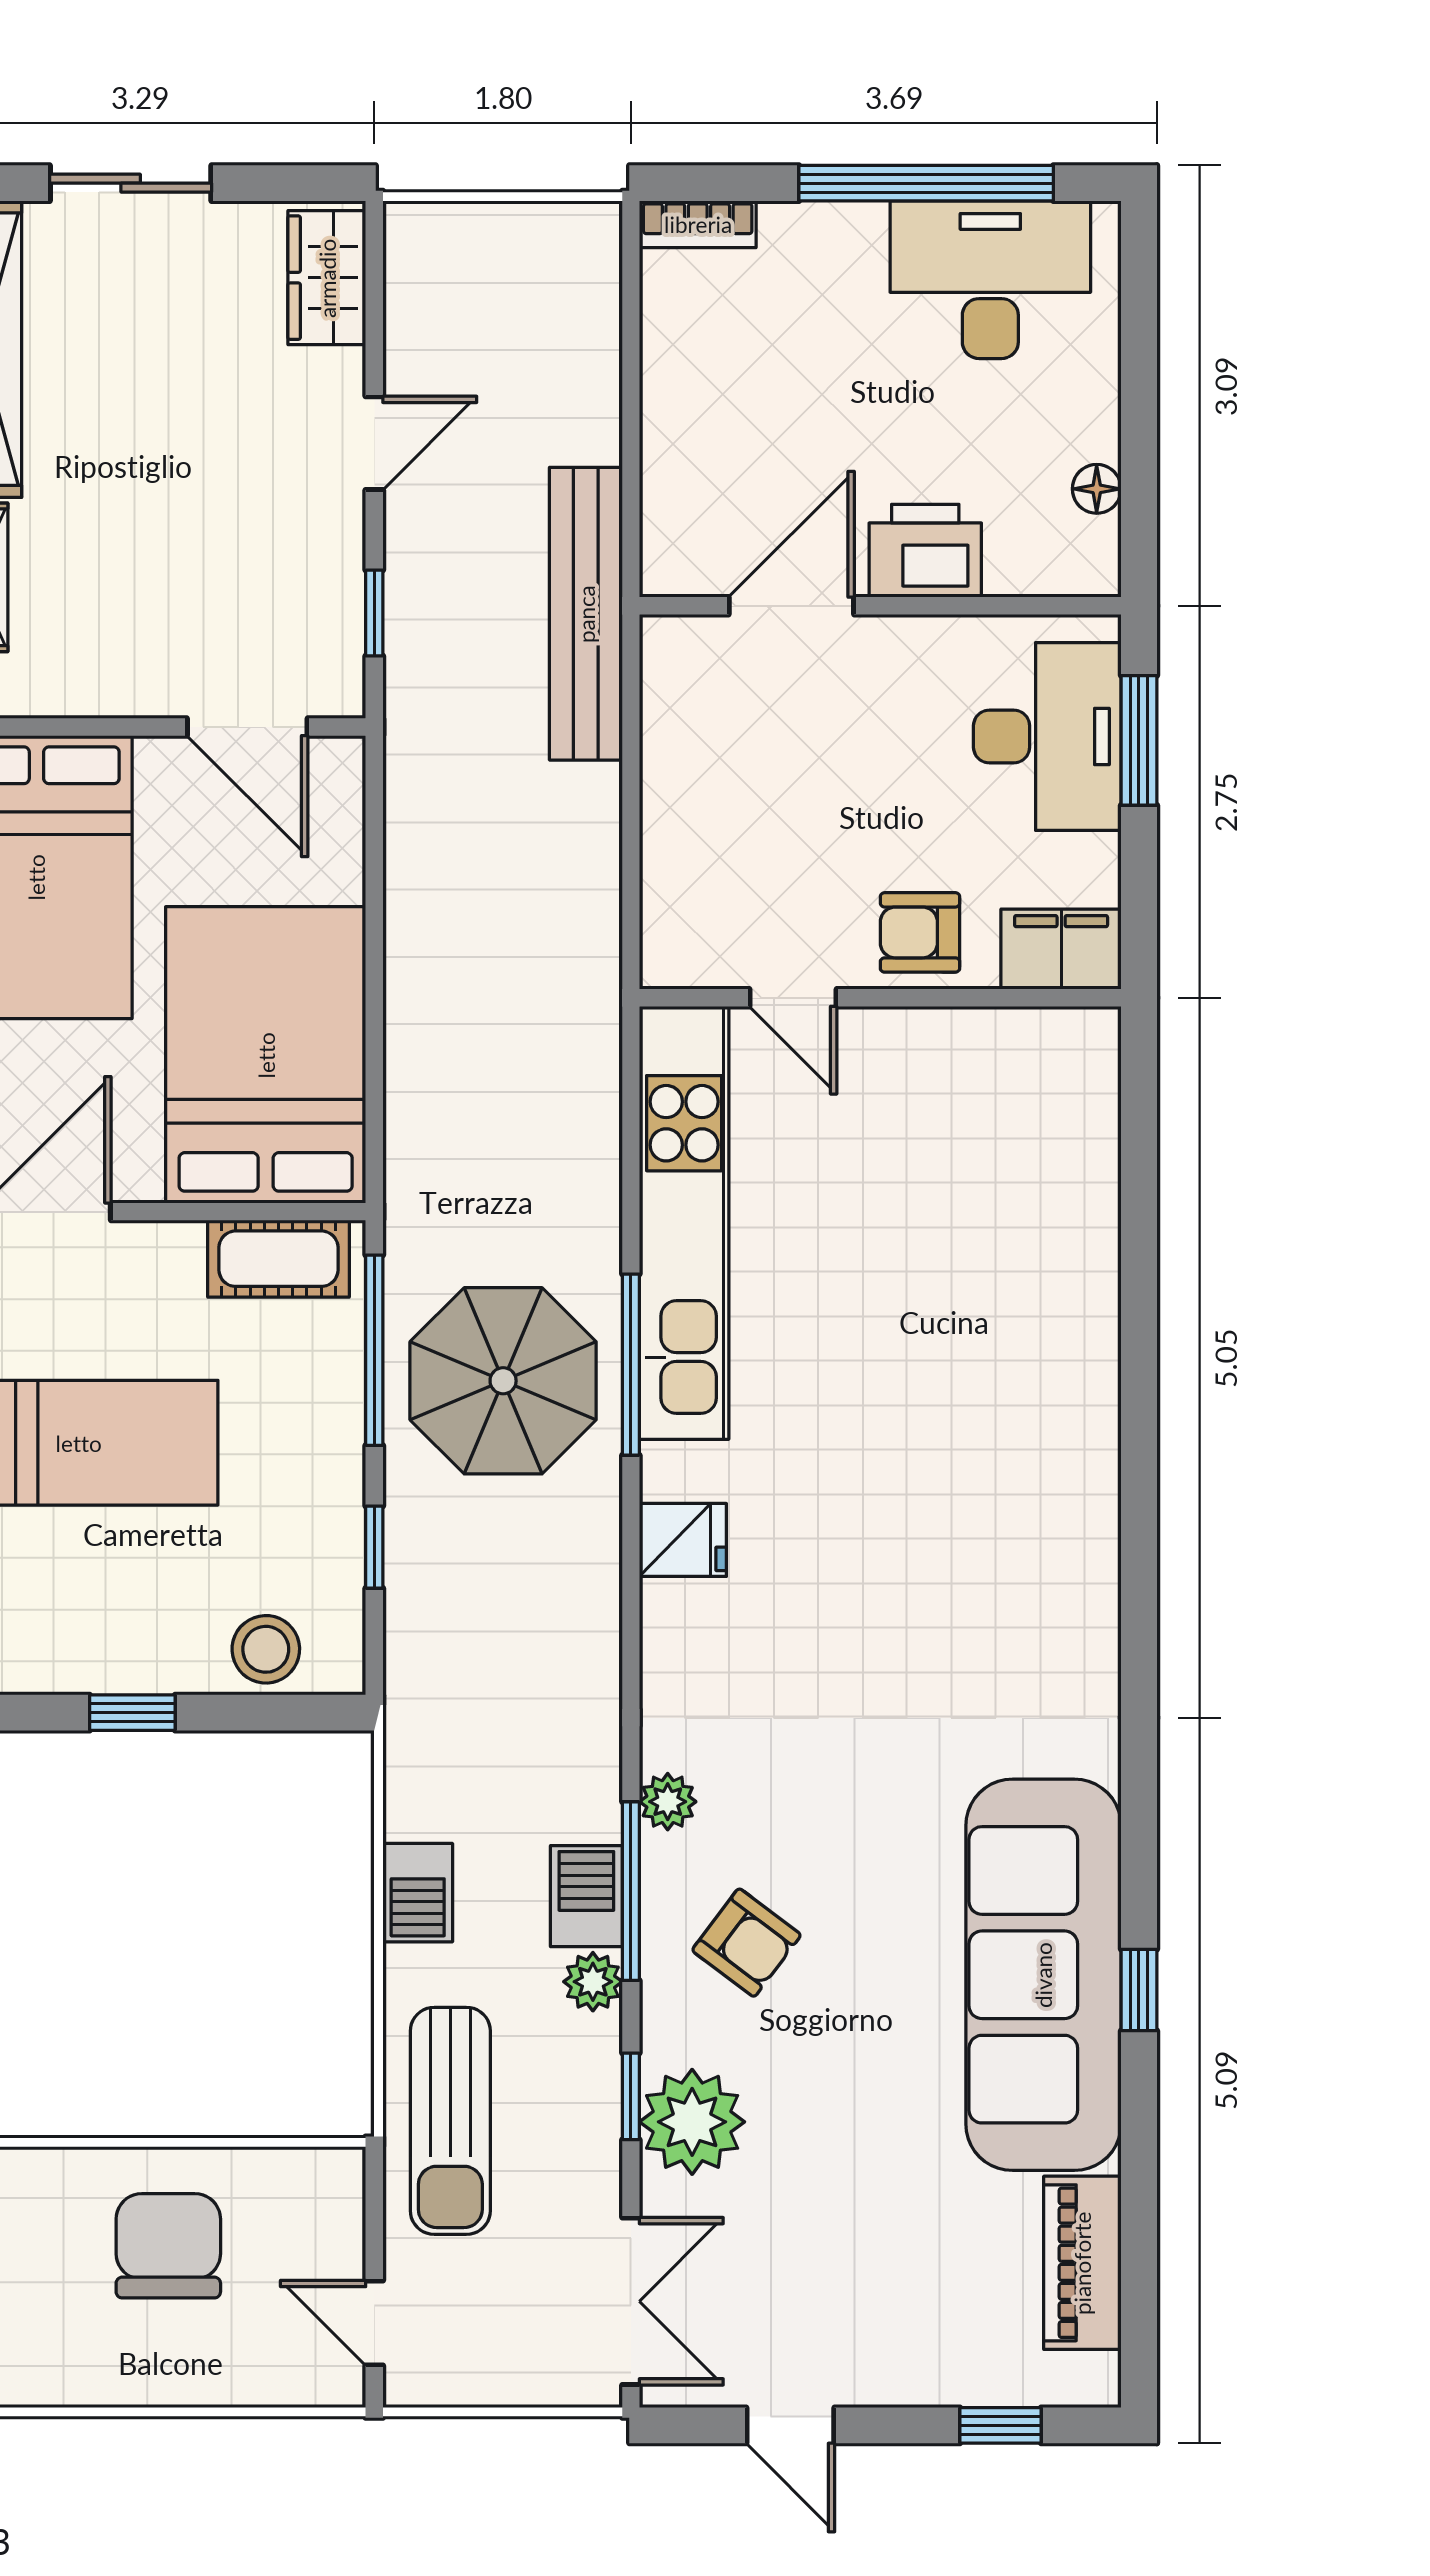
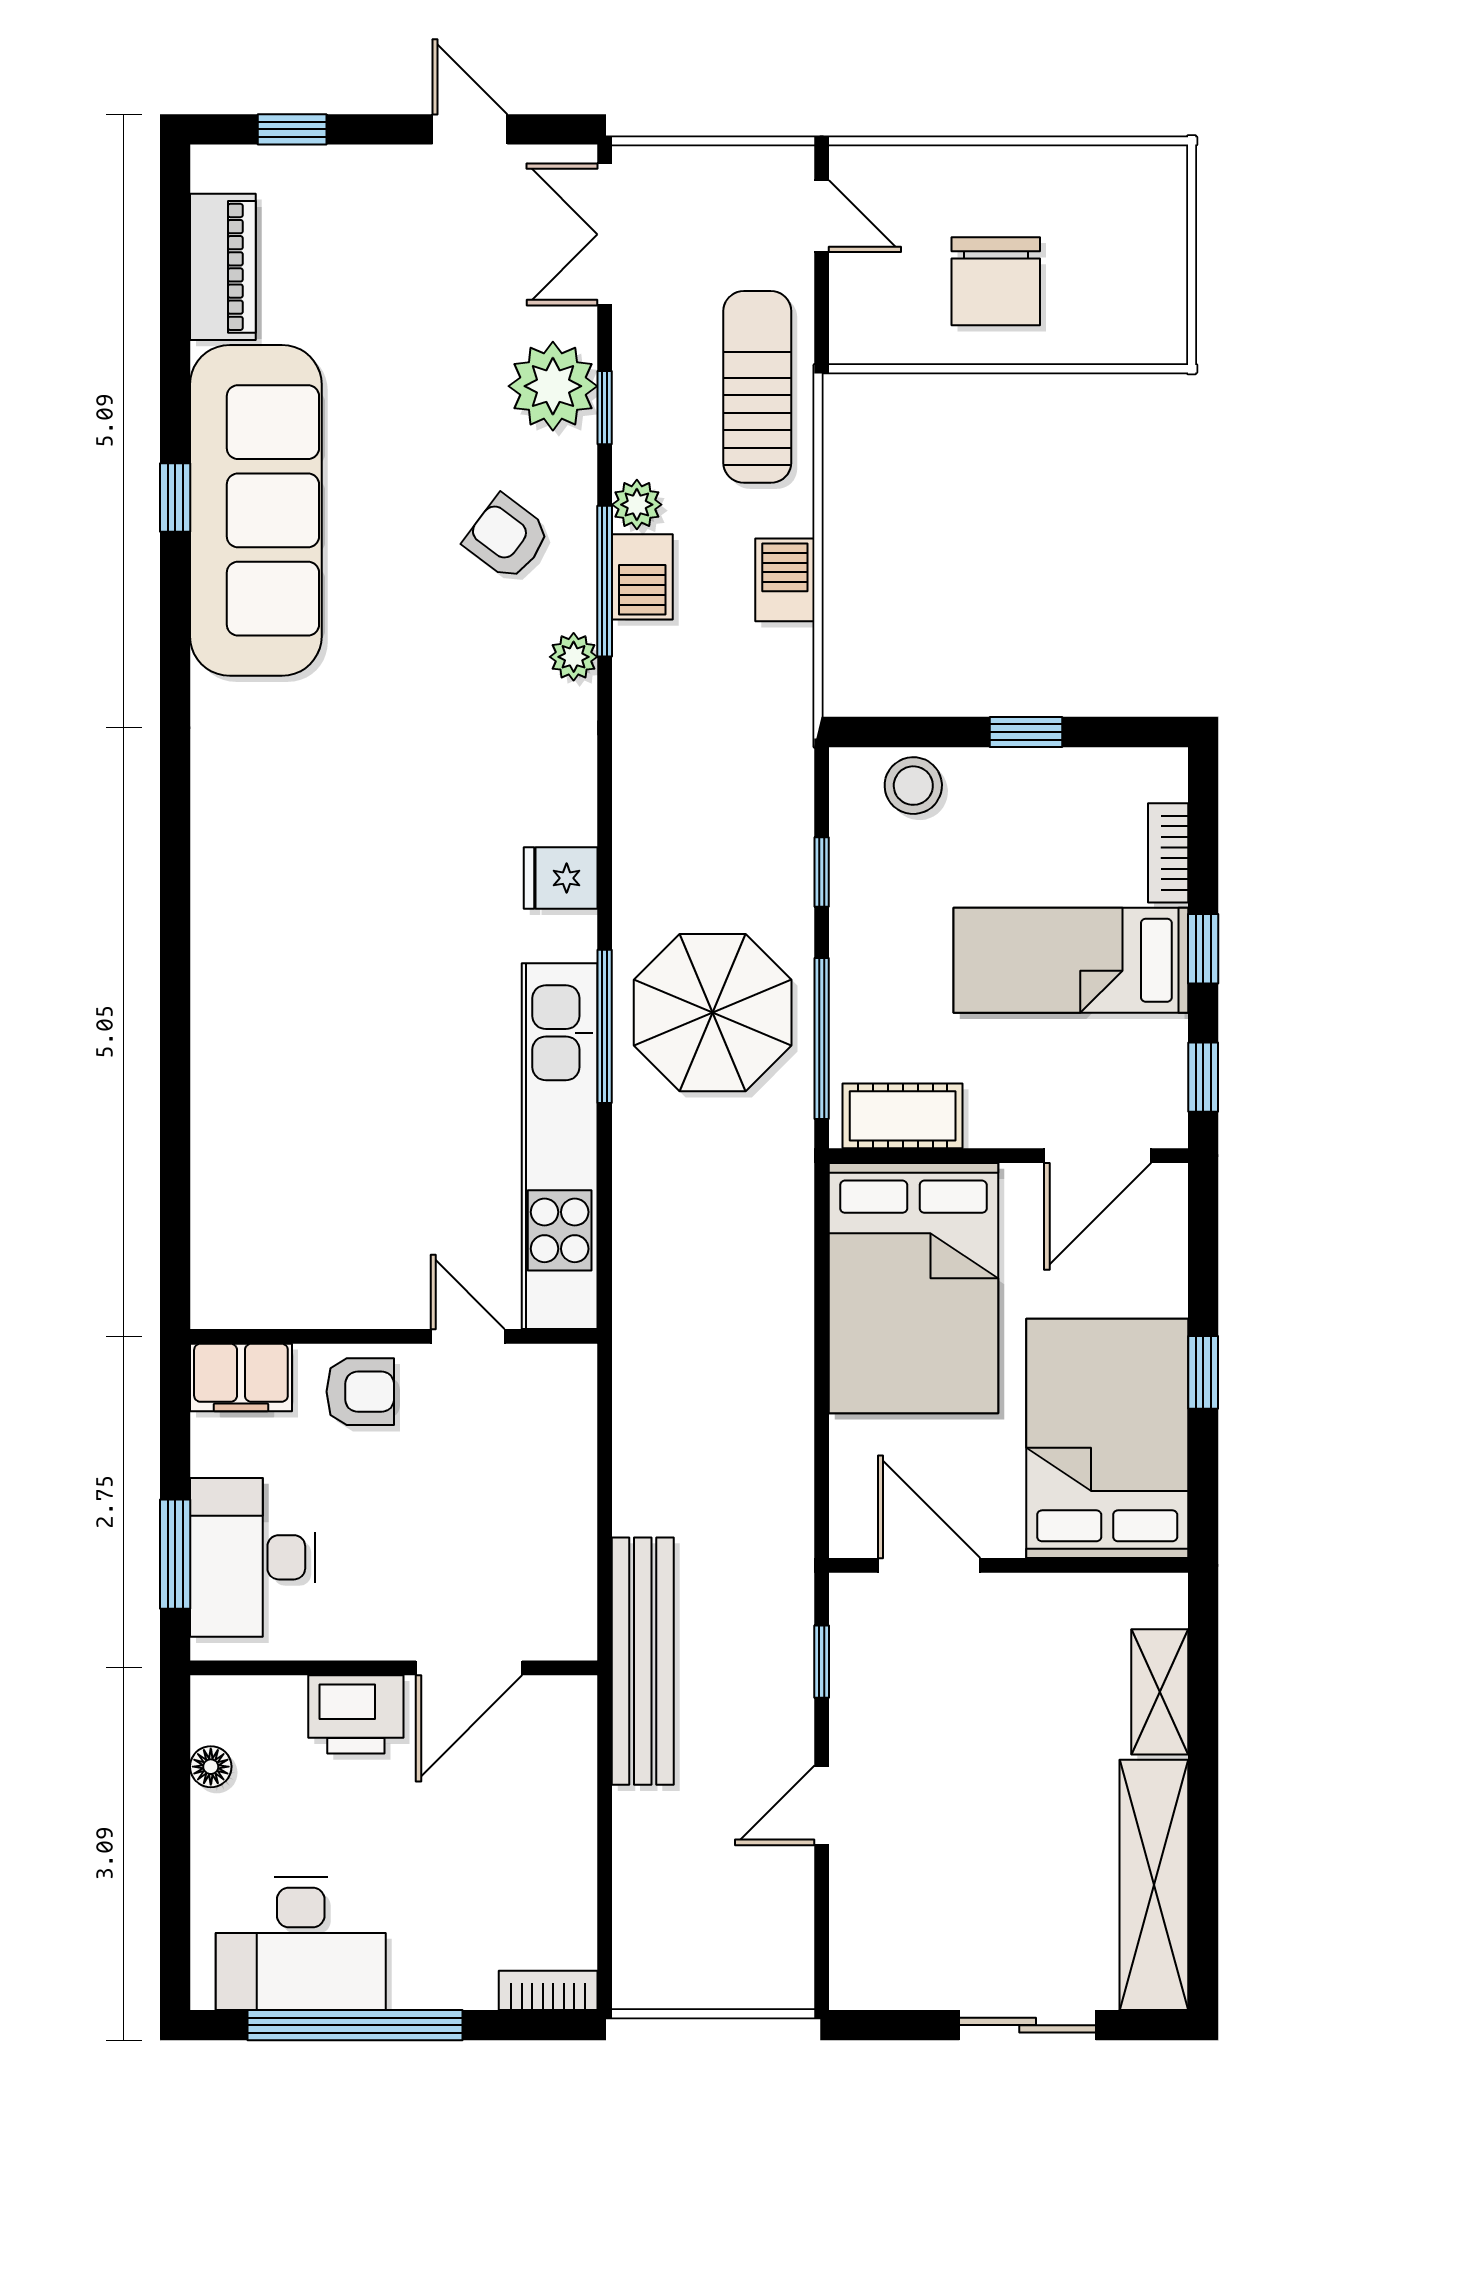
wardrobe: (327, 278) -> (862, 1945), removed

